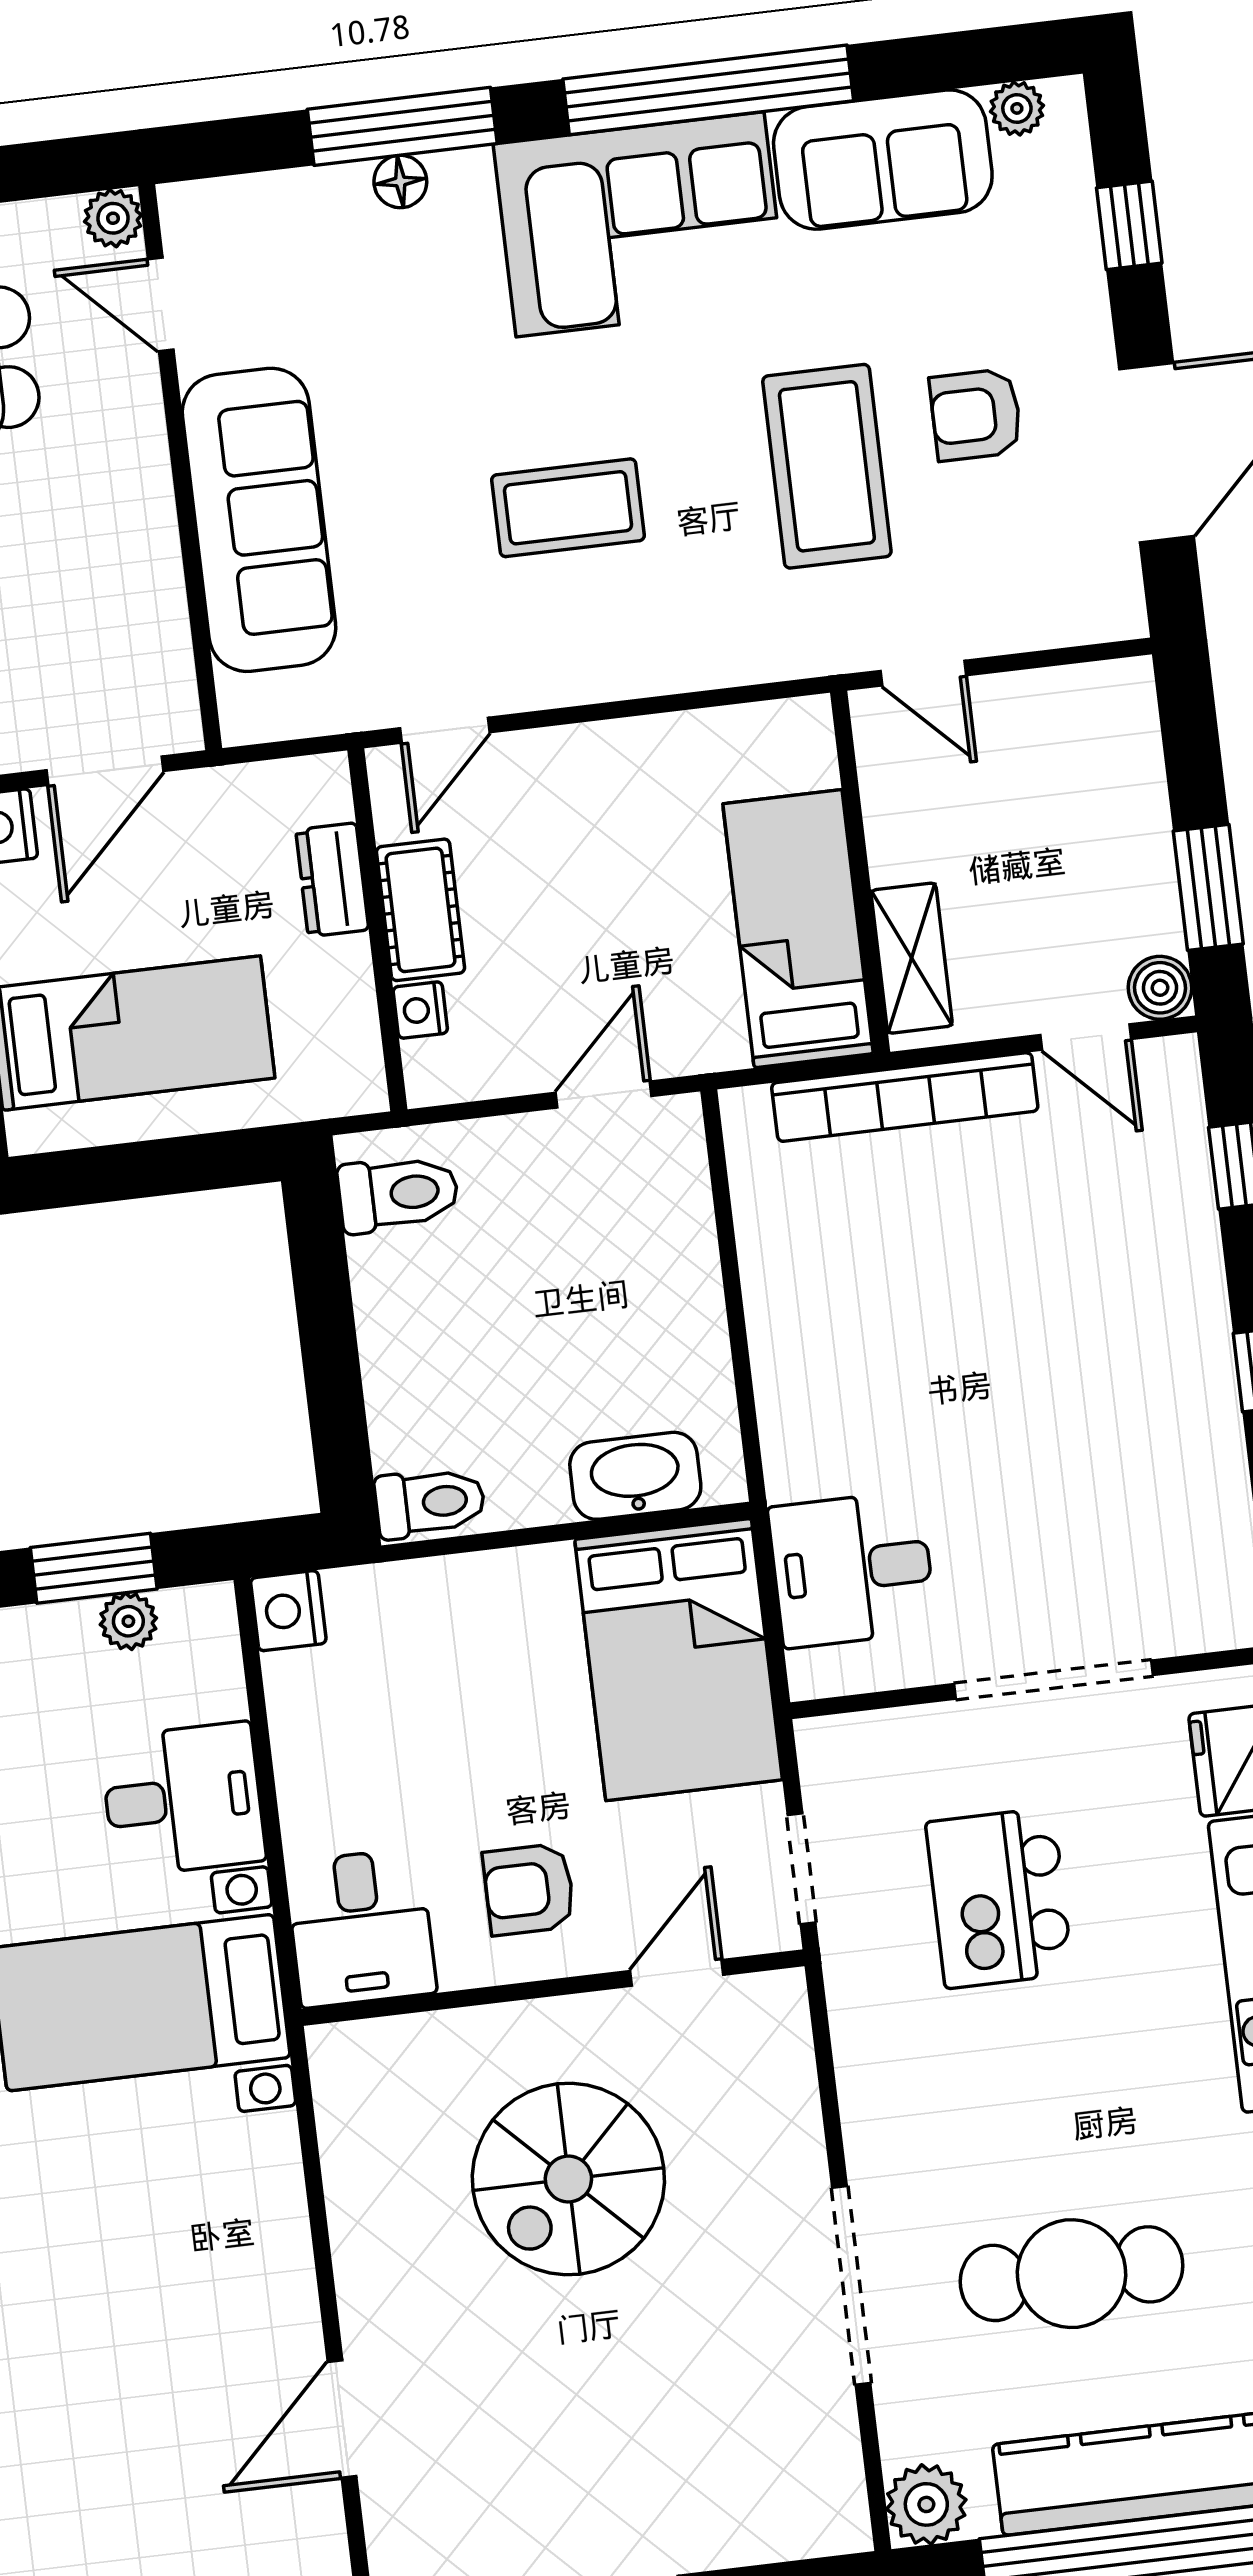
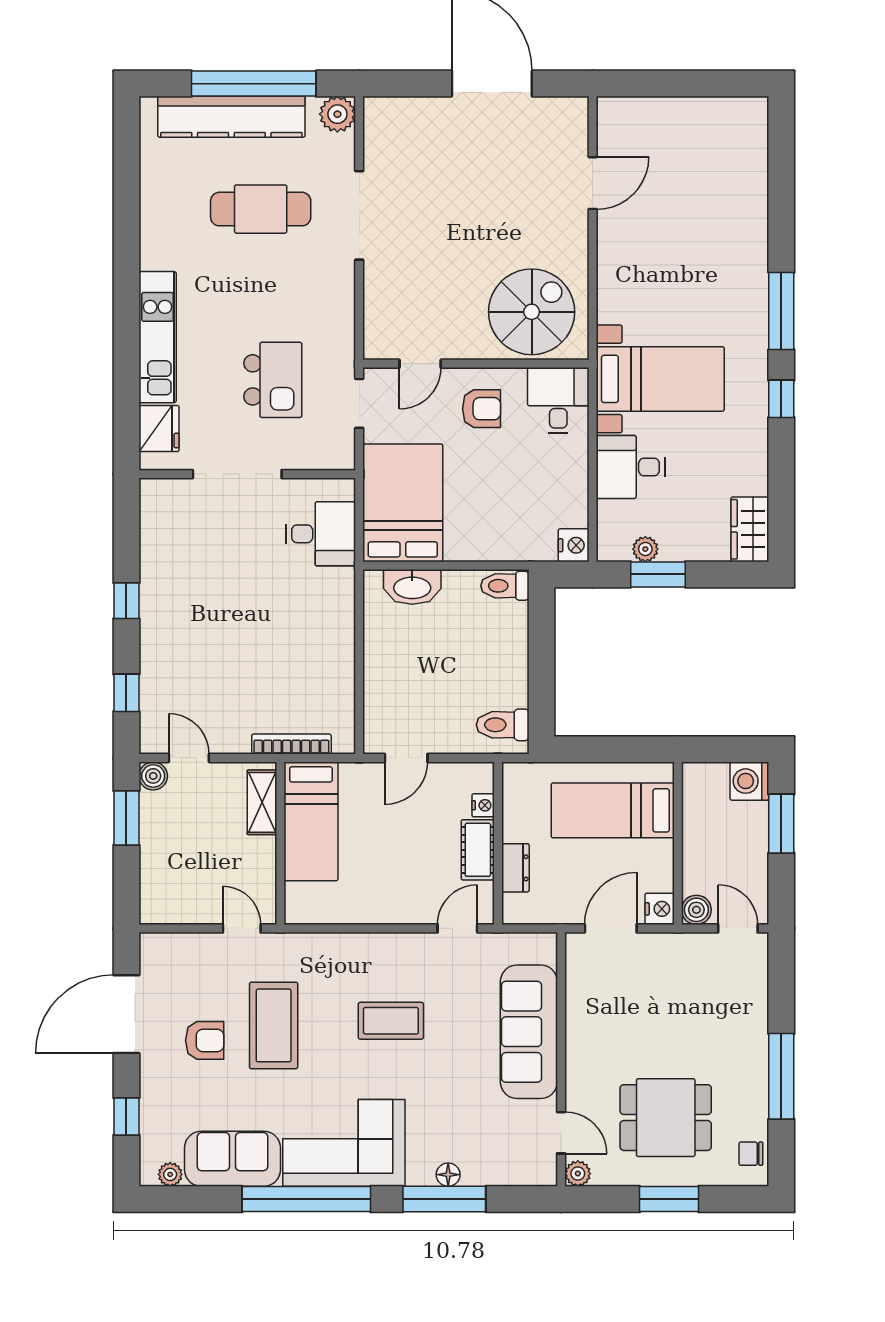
bookcase: (905, 1097) -> (291, 744), width x0.68, depth x0.76
spiral stairs: (568, 2179) -> (532, 312), moved

